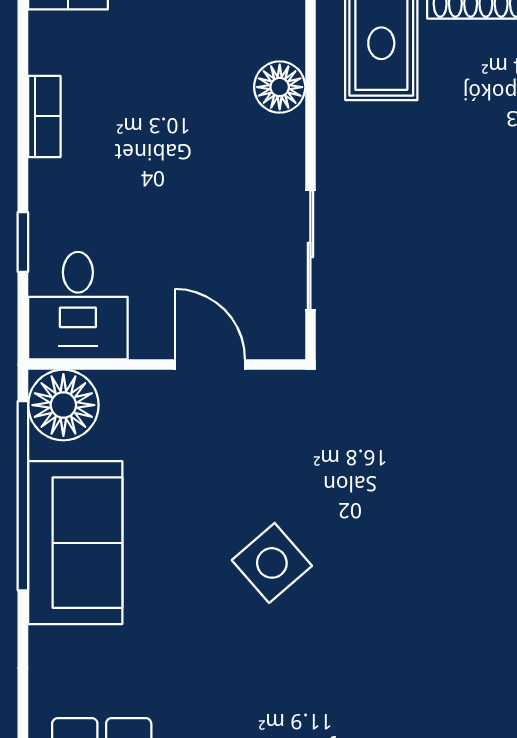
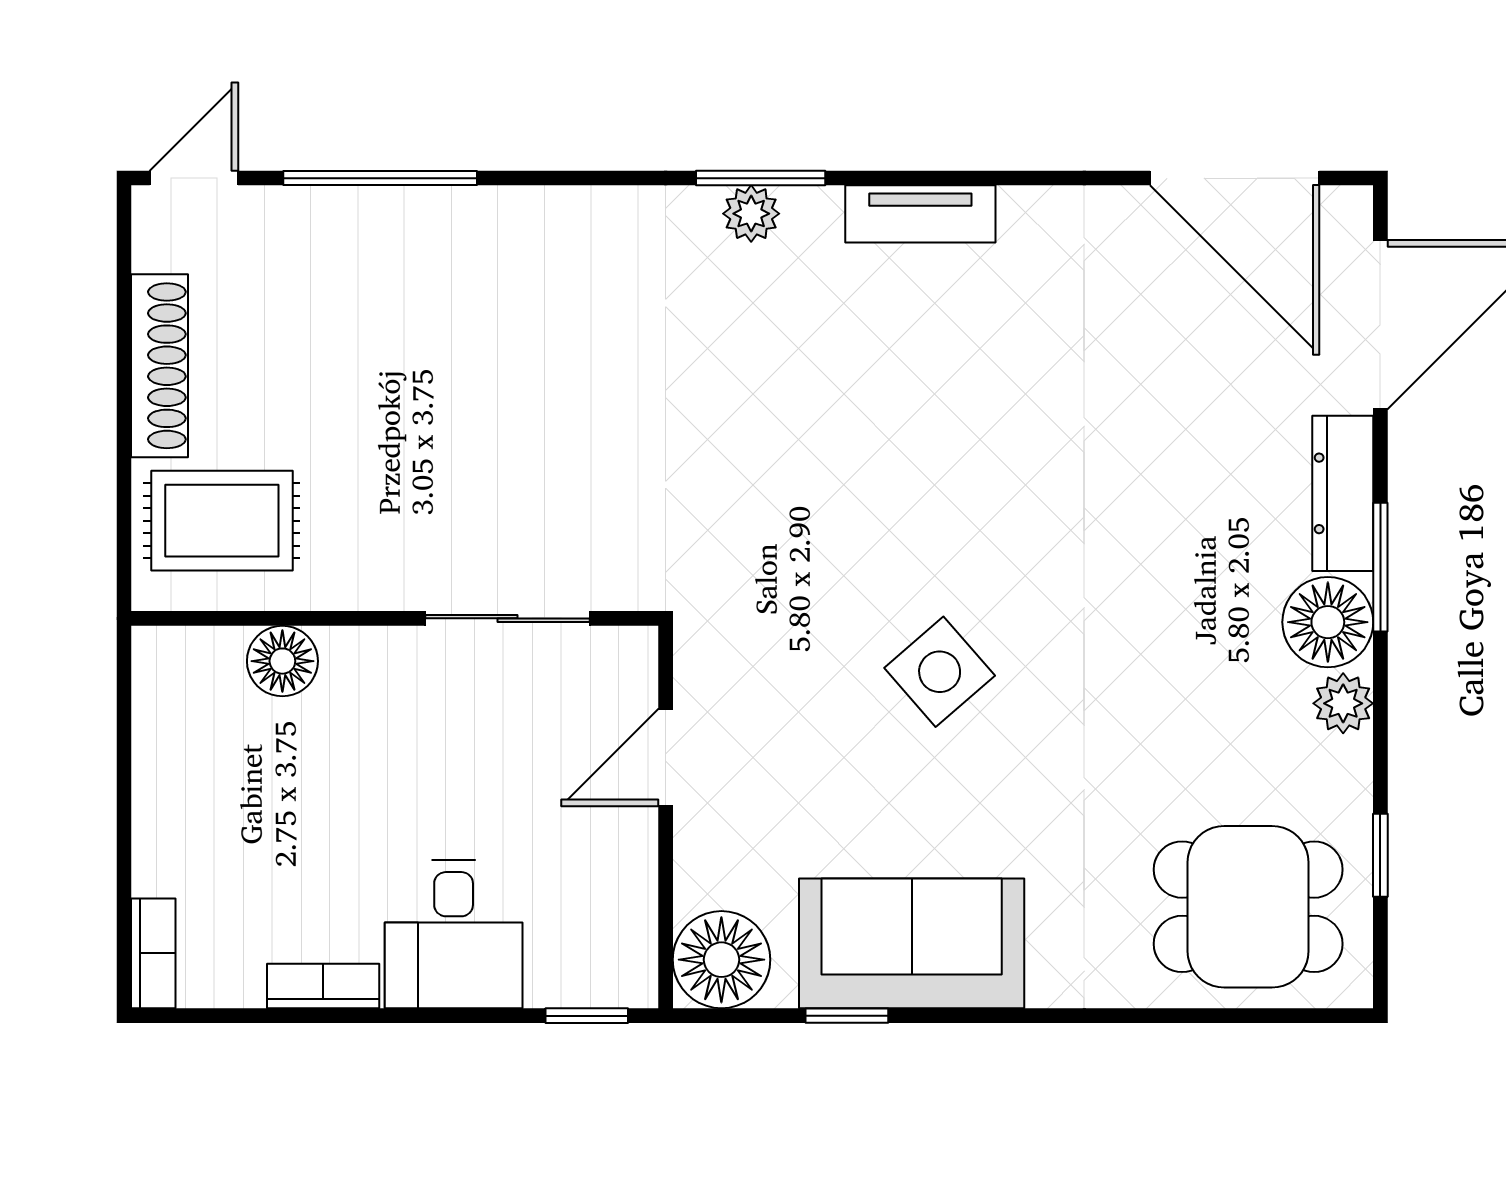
window: (23, 242) -> (587, 1016), moved
desk: (78, 306) -> (454, 934), moved, turned 90
window: (23, 496) -> (847, 1016), width x0.32

